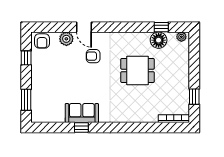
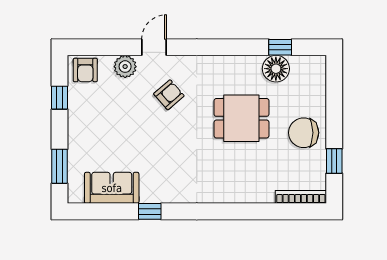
door: (84, 27) -> (154, 47), swing flipped
plant: (181, 37) -> (313, 63), removed
armchair: (93, 56) -> (169, 95), turned 139
chair: (175, 79) -> (304, 133), added
sofa: (82, 113) -> (112, 188), moved

